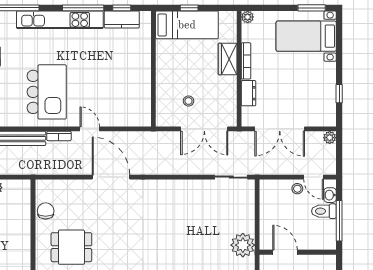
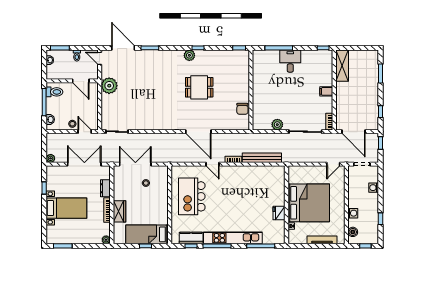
bed with nightstands: (306, 36) -> (66, 208), moved
kitchen island: (47, 92) -> (192, 196), moved
door: (314, 177) -> (85, 132), moved
toilet: (324, 211) -> (54, 92), moved
dining table: (71, 247) -> (199, 87), moved

